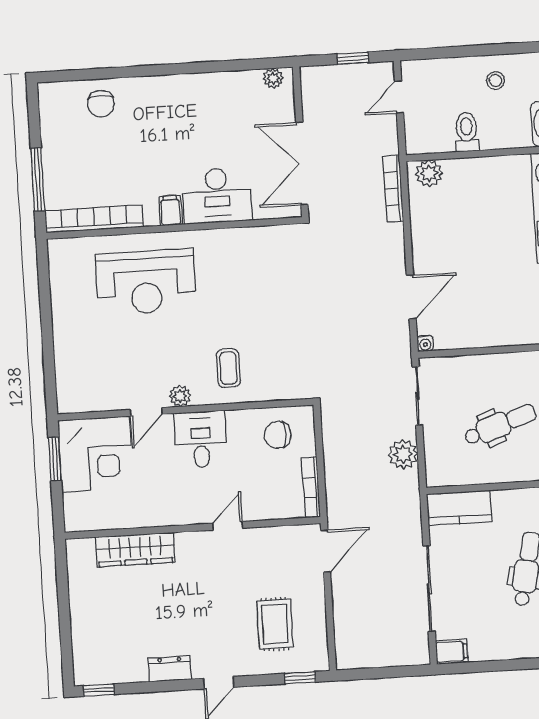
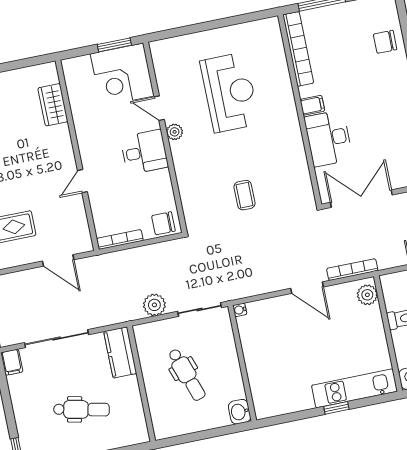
reception desk: (146, 282) -> (230, 92), moved, turned 180
door: (411, 297) -> (307, 288), moved
coffee table: (228, 368) -> (245, 195), moved, turned 90
chair: (278, 435) -> (163, 223), moved, turned -90
door: (228, 526) -> (82, 181), swing flipped
wardrobe: (135, 550) -> (53, 105), width x0.67
door: (326, 551) -> (58, 260), moved

